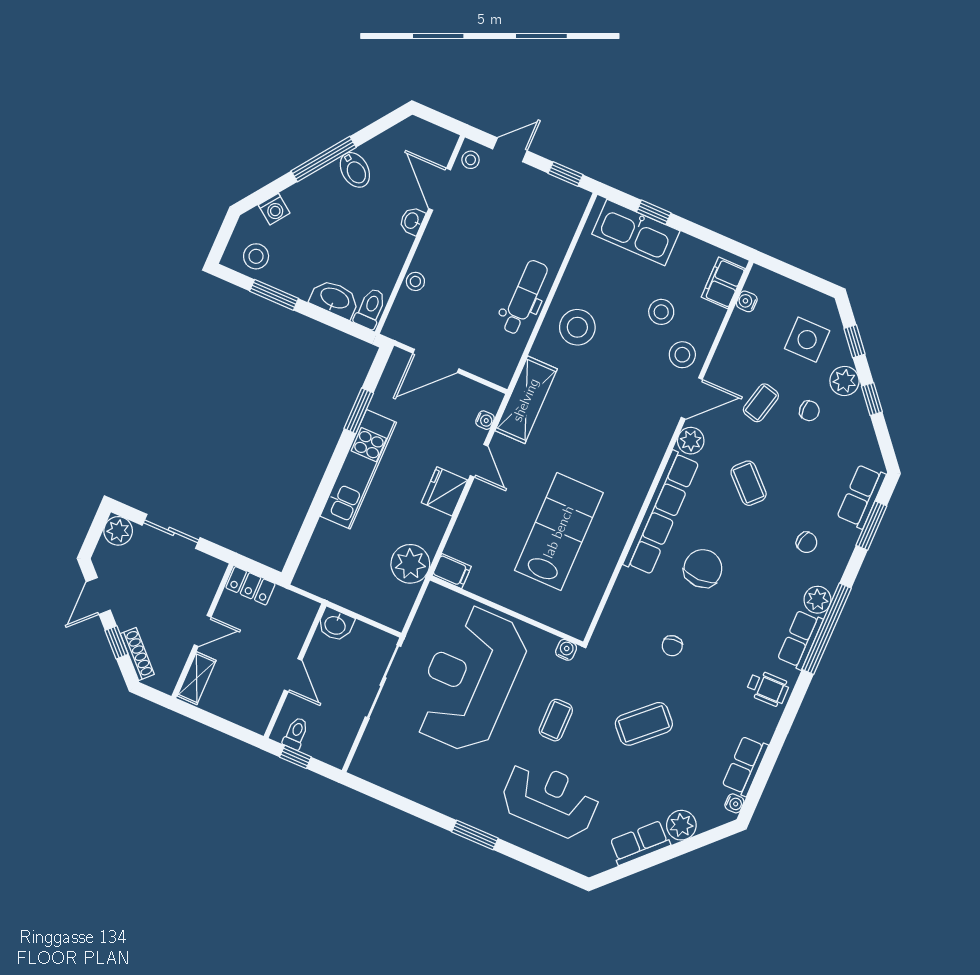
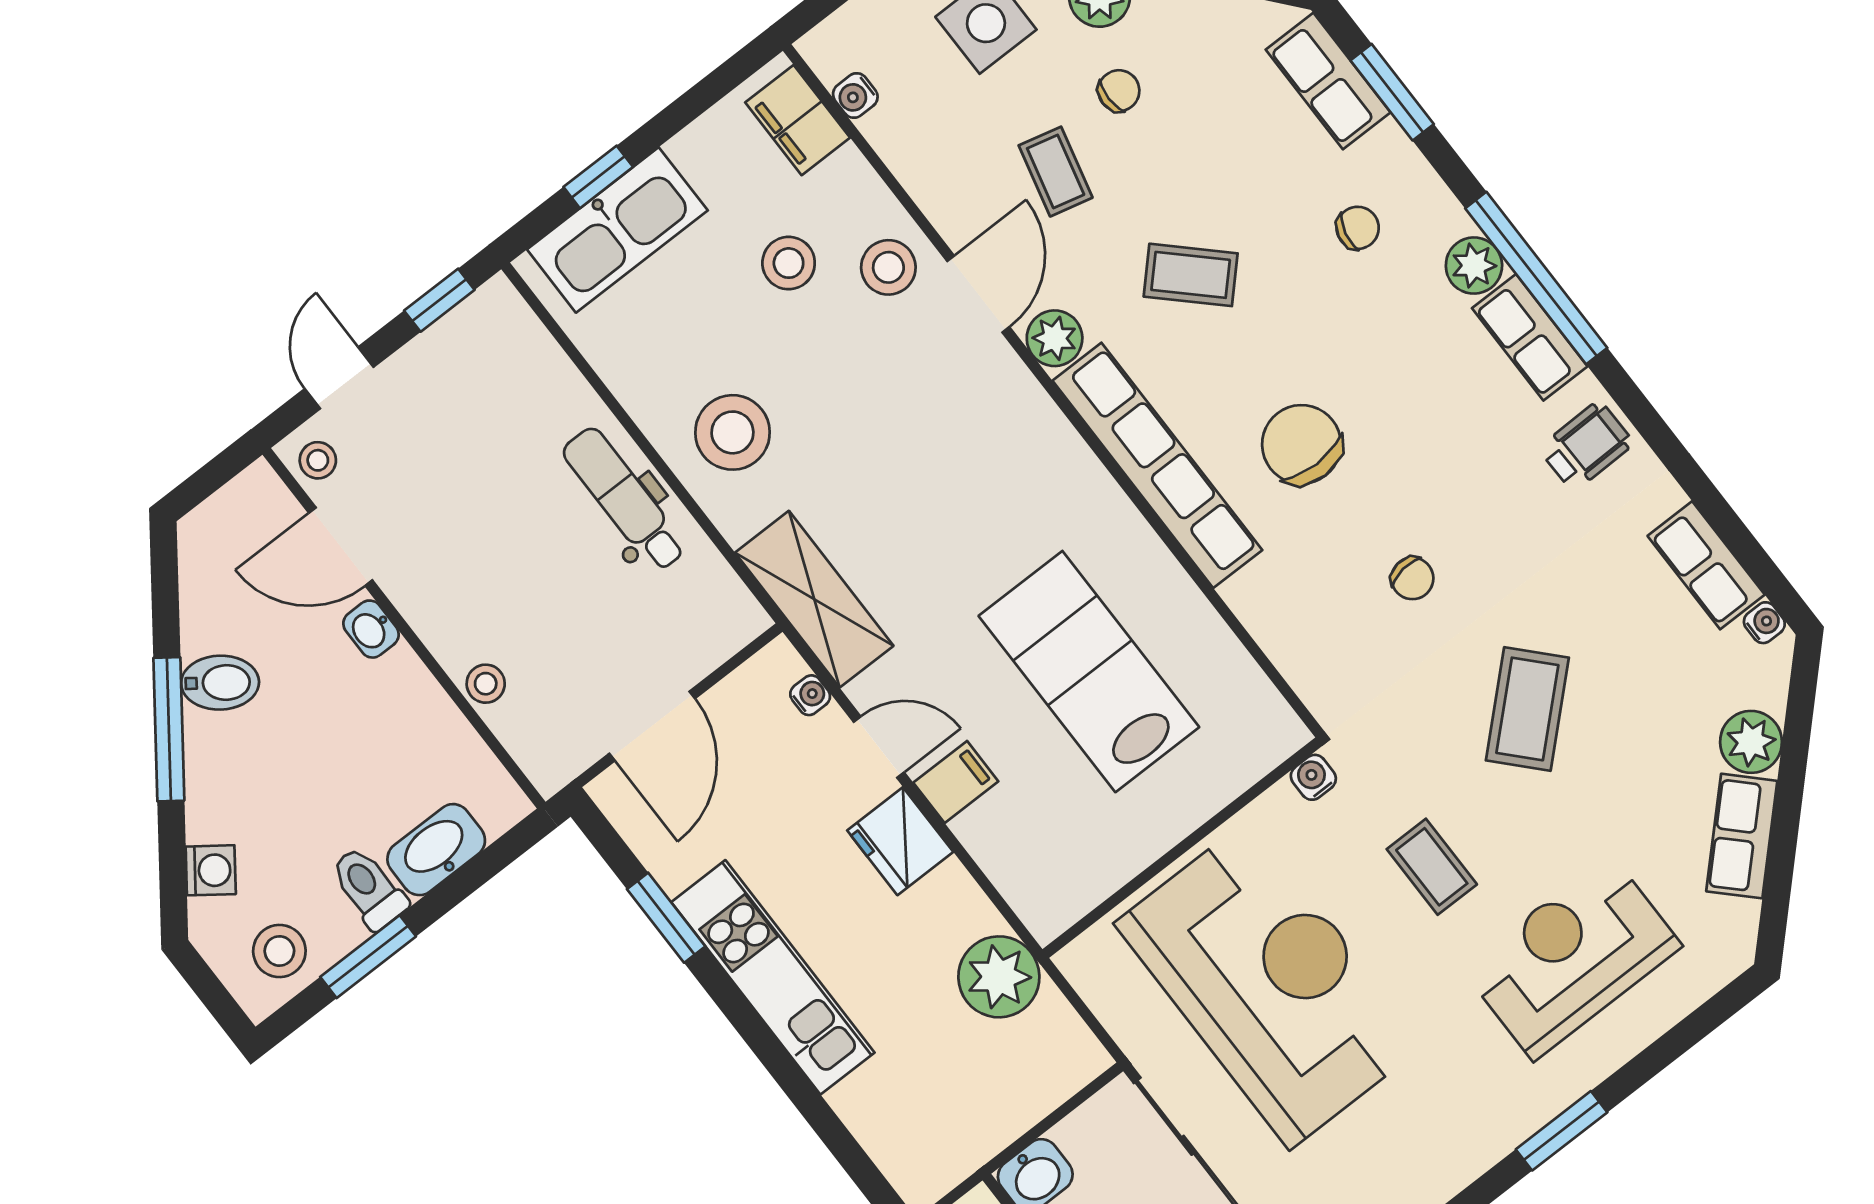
toilet: (370, 309) -> (369, 888), moved
filing cabinet: (452, 571) -> (956, 782), moved
reception desk: (469, 679) -> (1270, 984), turned 180

